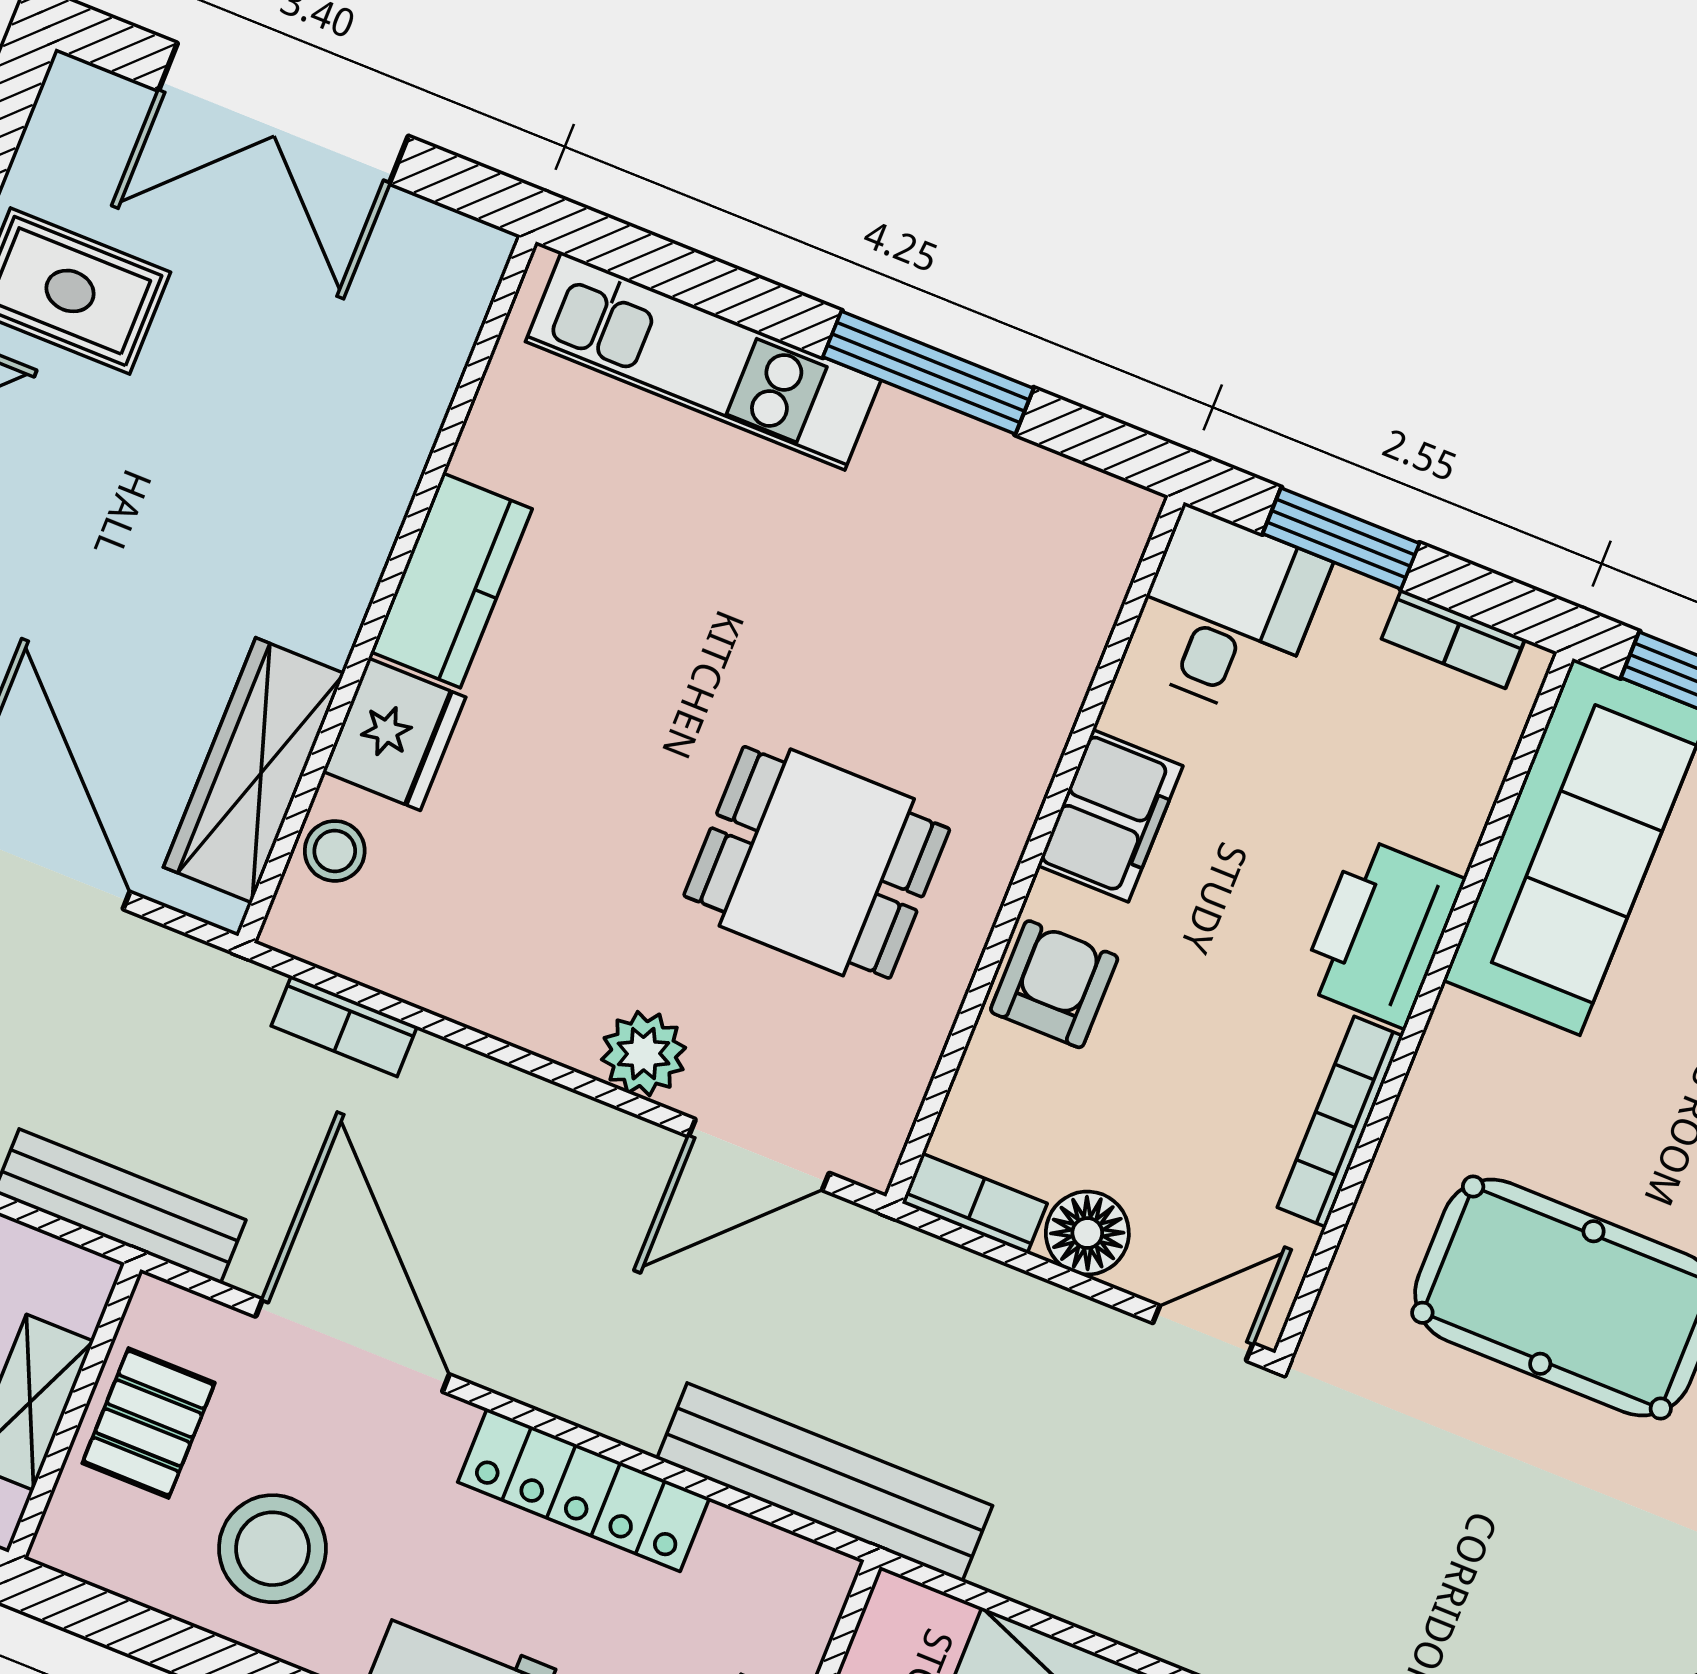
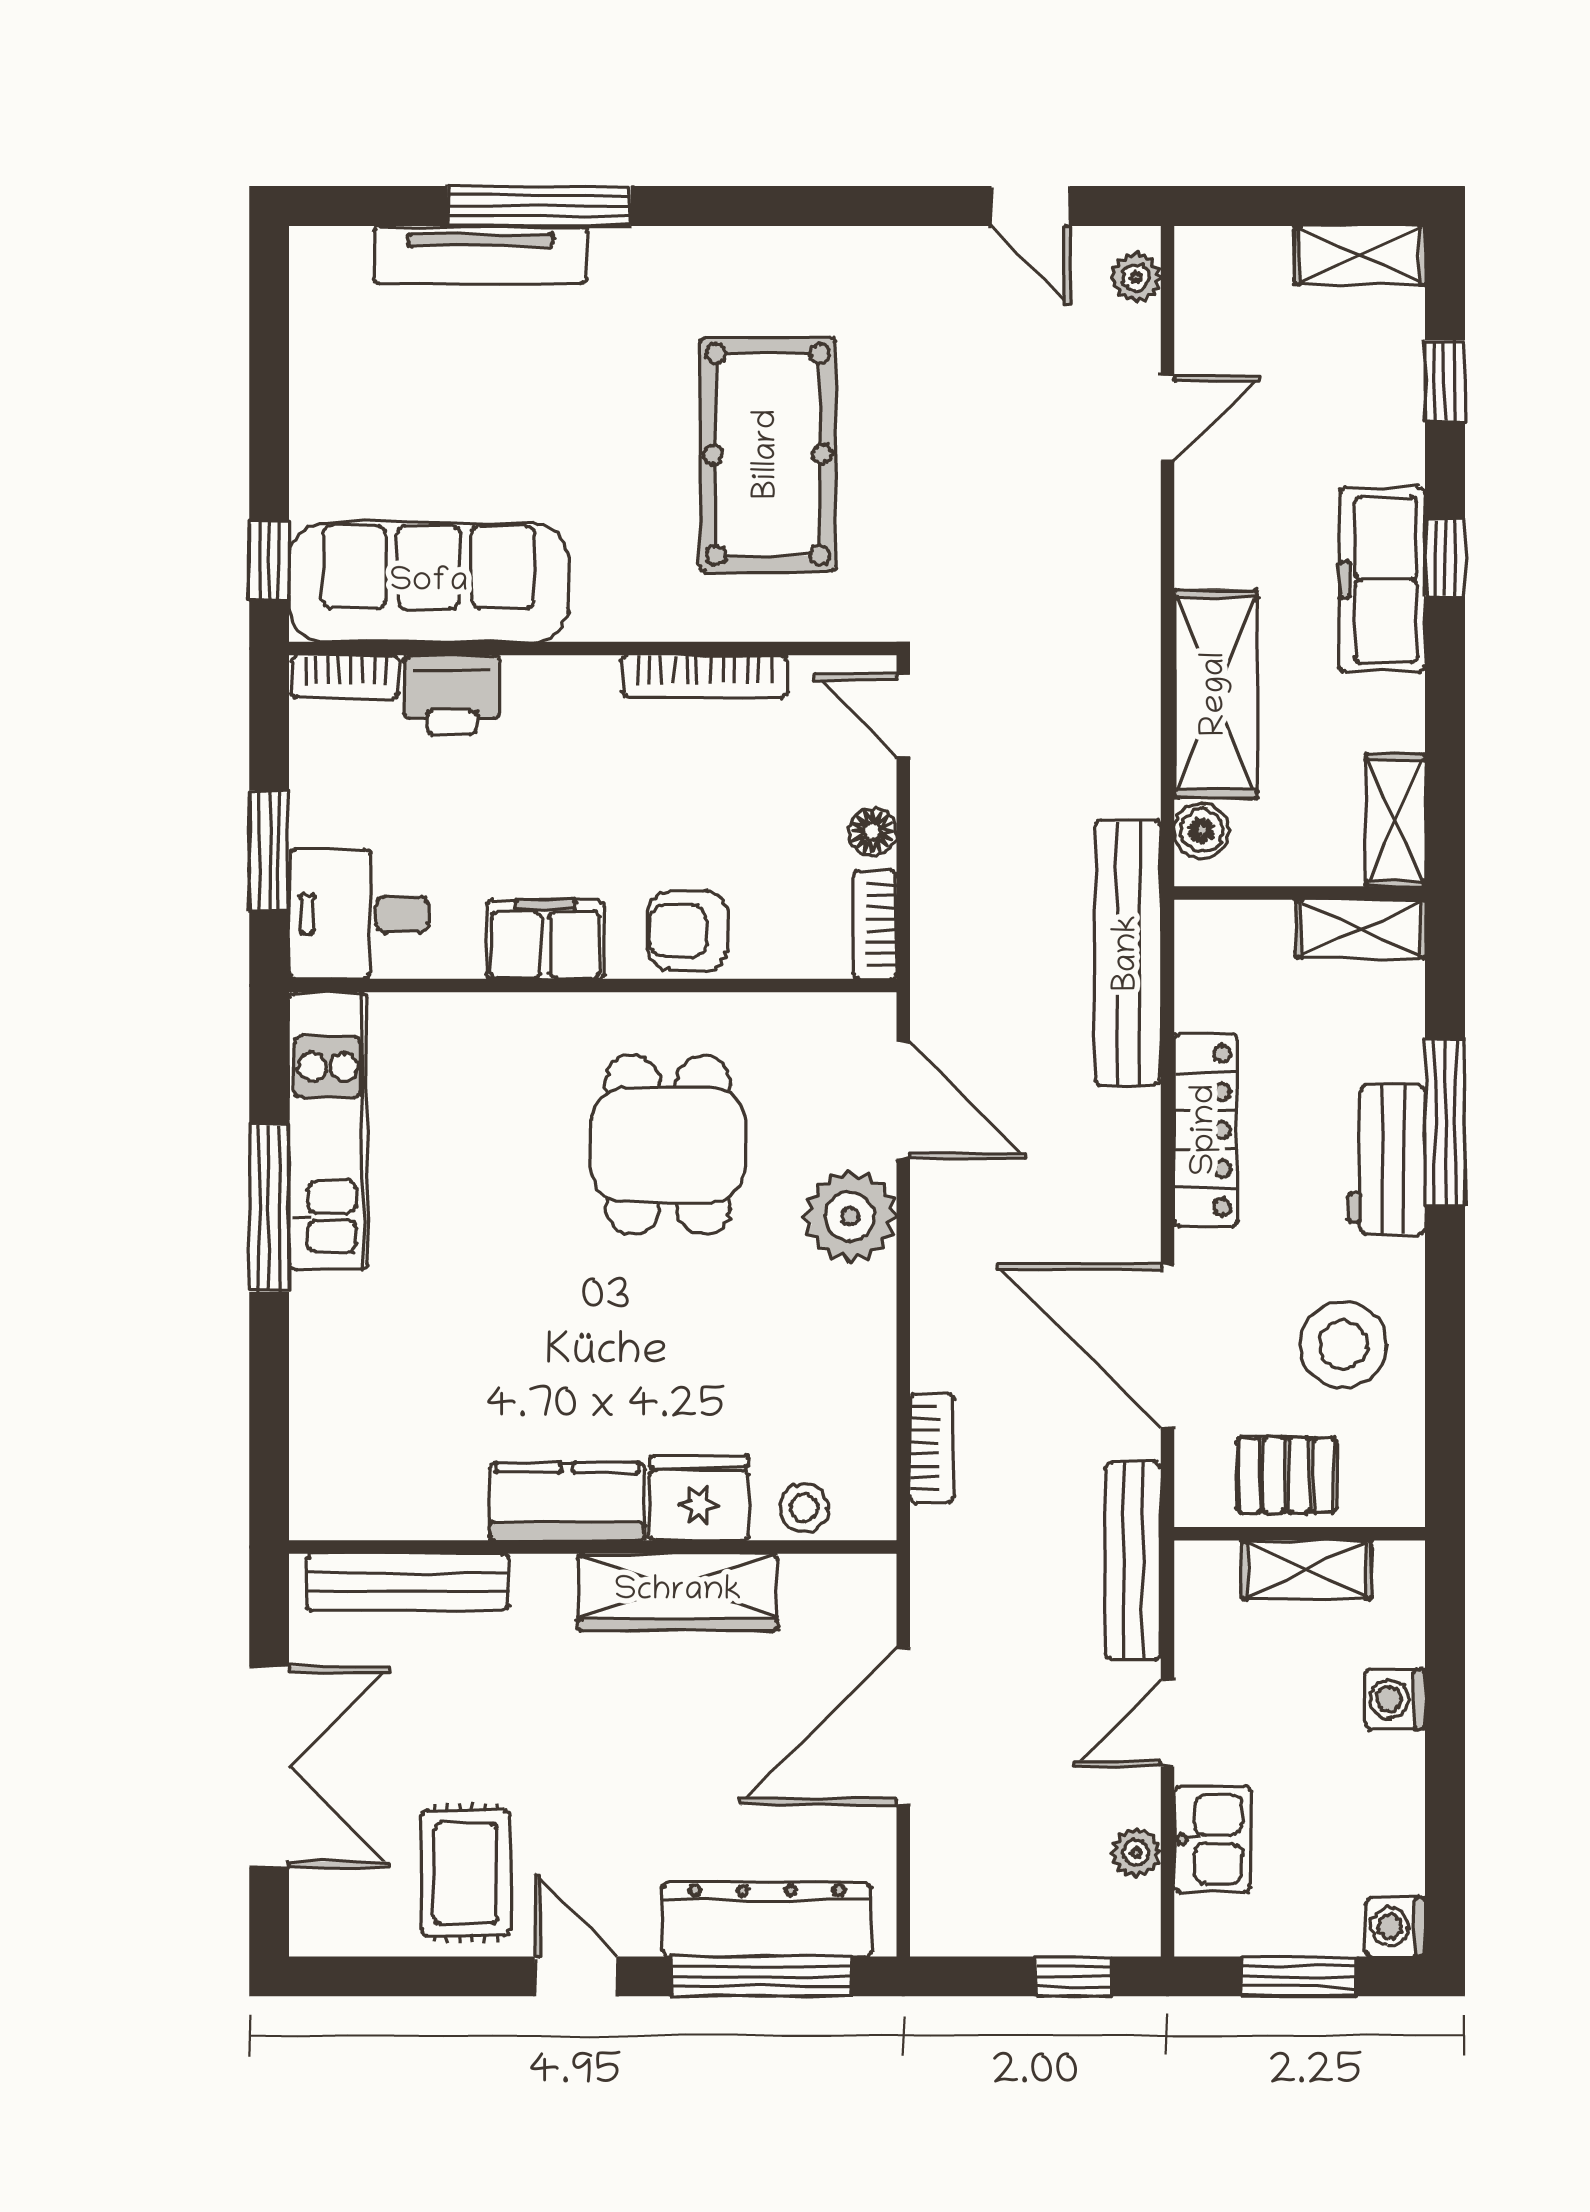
bench: (433, 359) -> (407, 1582), added
kitchen unit: (703, 361) -> (328, 1131), moved
bookcase: (1453, 639) -> (345, 677), moved, turned 90
wardrobe: (254, 770) -> (678, 1592), moved
printer: (1382, 932) -> (452, 695), moved, width x0.73, depth x0.84
plant: (644, 1054) -> (850, 1216), width x1.36, depth x1.36
floor lamp: (1087, 1233) -> (872, 832), width x0.73, depth x0.73
door: (353, 1345) -> (1168, 1346), hinge flipped
boiler: (931, 1624) -> (1202, 831), added

